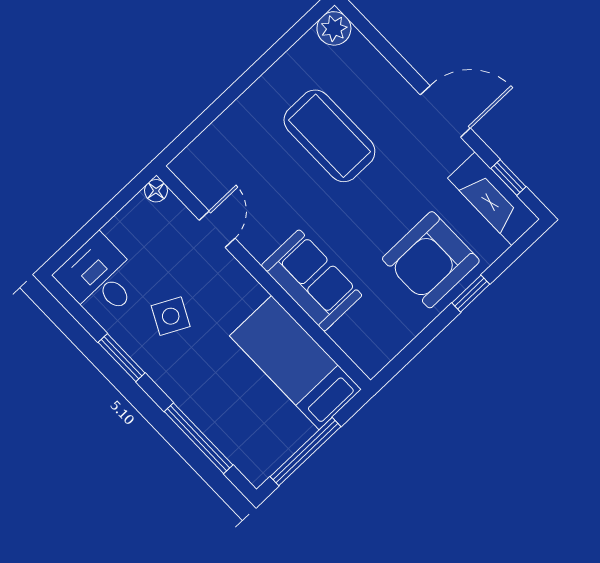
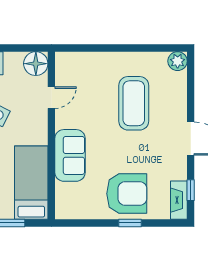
floor lamp: (156, 191) -> (36, 64), width x1.89, depth x1.89
fireplace: (493, 199) -> (179, 200), width x0.73, depth x0.76
armchair: (431, 260) -> (127, 194), turned 180

